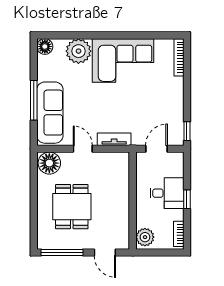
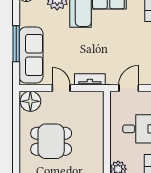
dining table: (72, 207) -> (51, 141), turned 90

